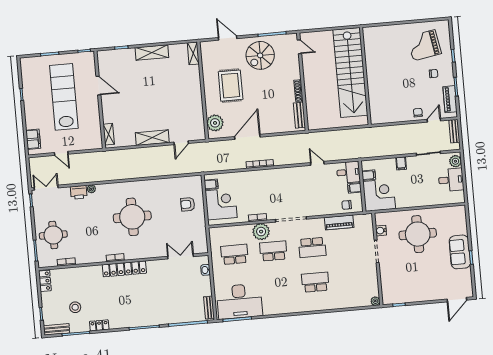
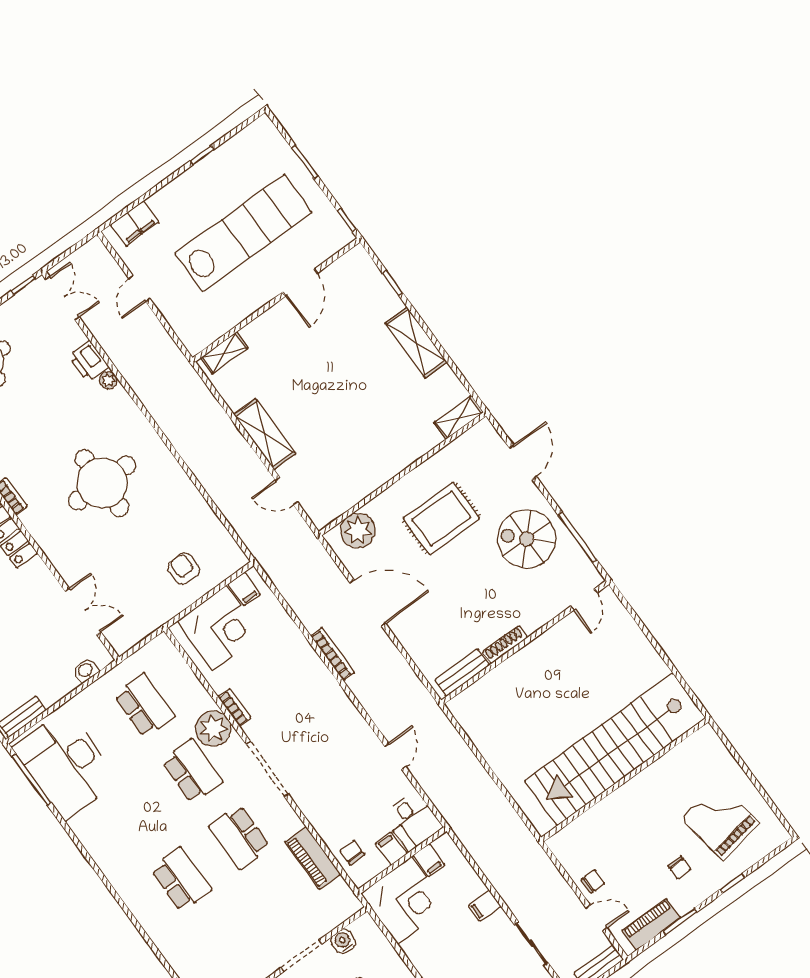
stairs: (350, 73) -> (615, 749), moved
wall: (365, 76) -> (625, 780), moved

